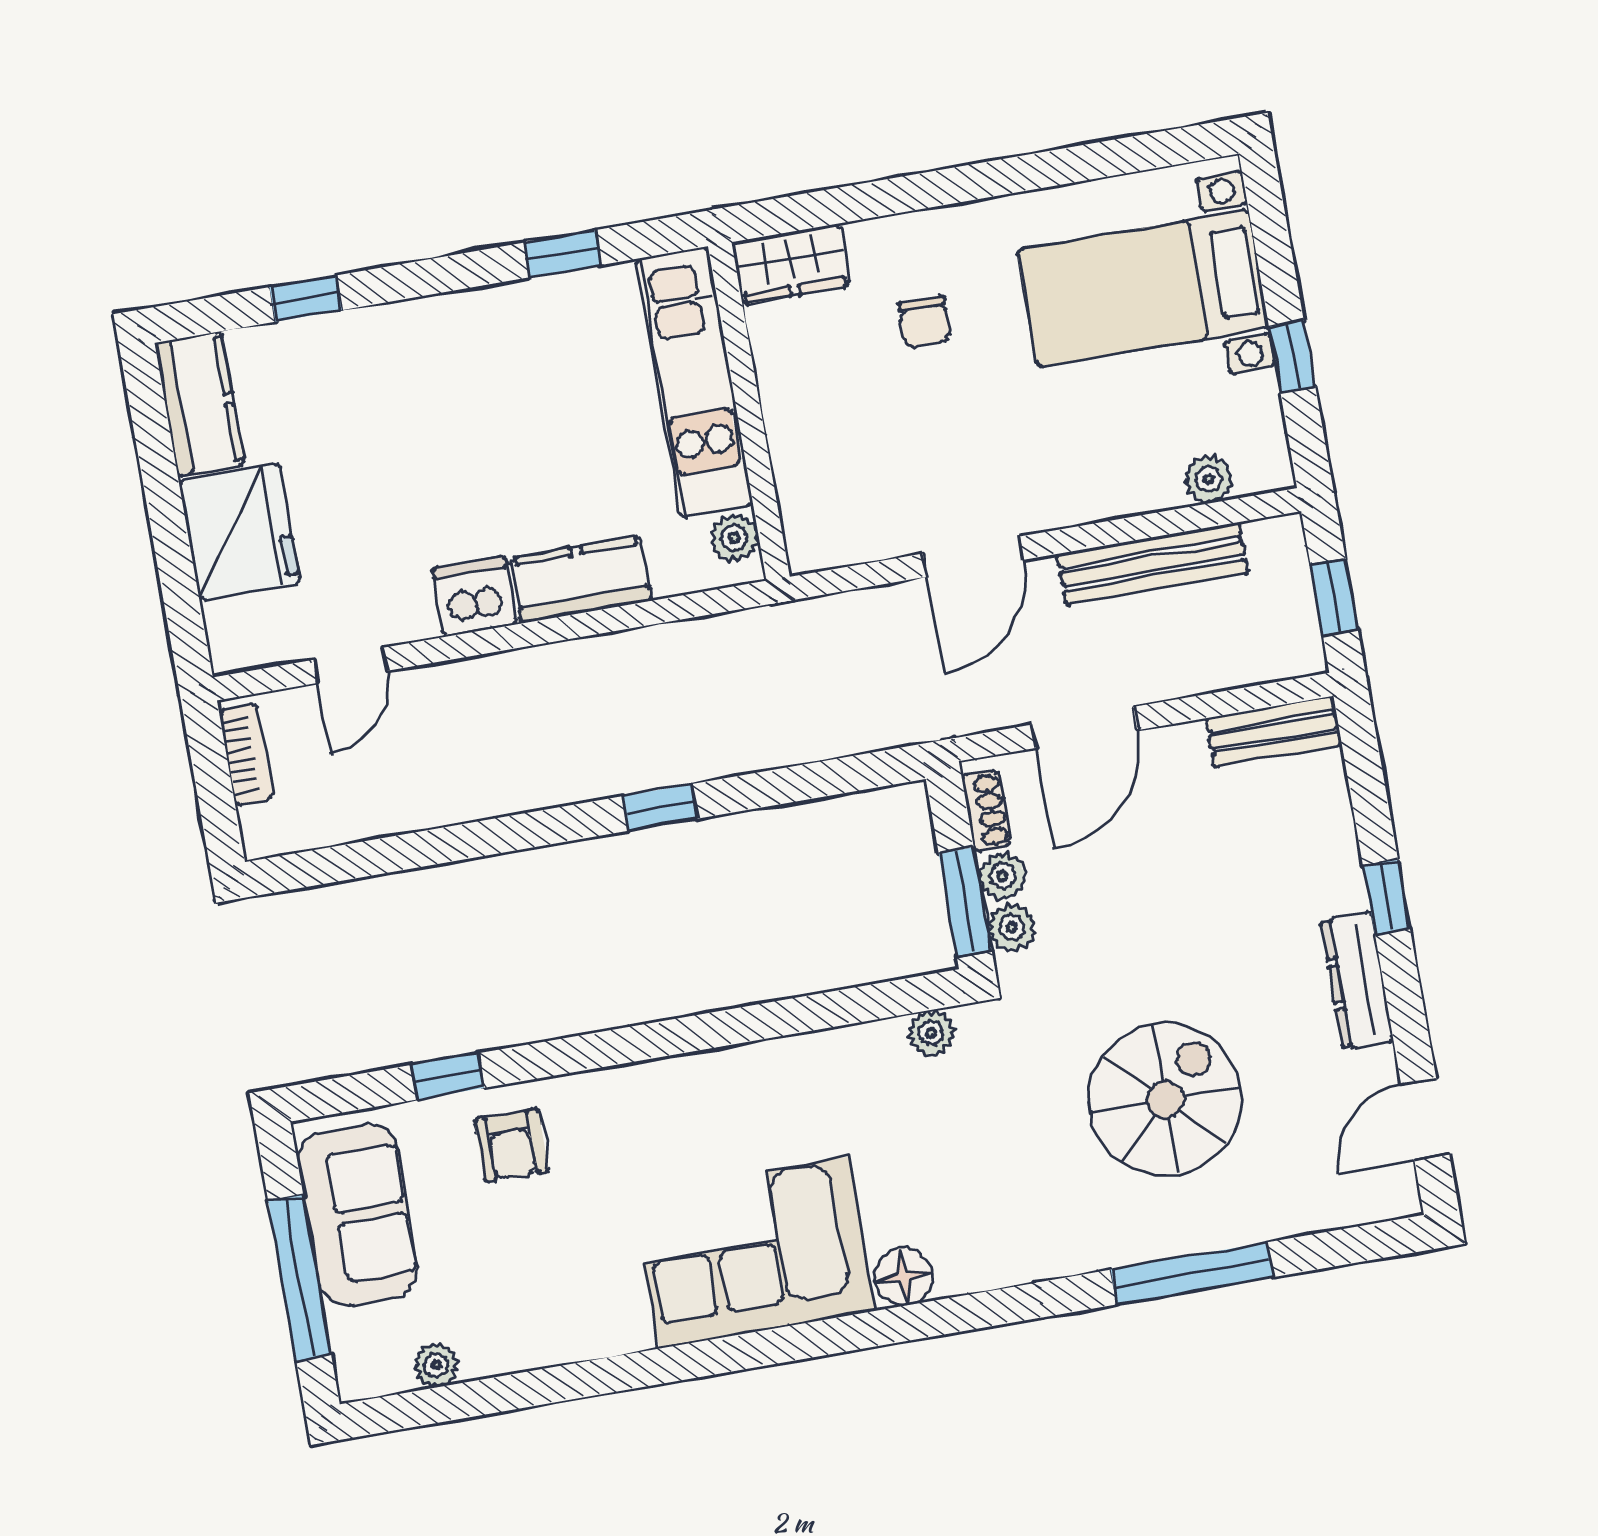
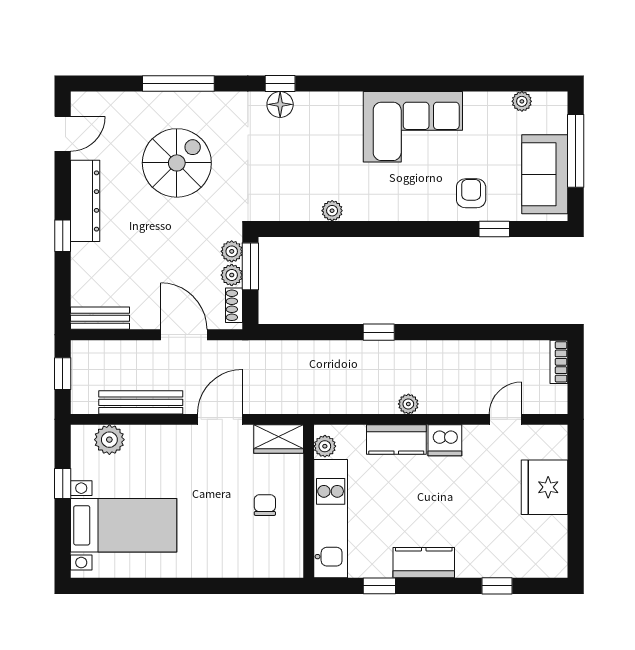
wardrobe: (791, 264) -> (279, 439), moved, turned 180
chair: (925, 322) -> (265, 505), moved
kitchen counter: (199, 404) -> (424, 563), moved, turned 90
plant: (1209, 479) -> (109, 440), width x1.38, depth x1.38
plant: (568, 662) -> (408, 404), added
door: (1085, 727) -> (184, 335), hinge flipped
bookcase: (246, 755) -> (559, 362), moved
dresser: (1357, 981) -> (85, 201), width x1.37, depth x1.24
plant: (931, 1033) -> (332, 211), moved
spiral stairs: (1165, 1099) -> (177, 163), turned 180
corner sofa: (754, 1253) -> (413, 127), moved
floor lamp: (904, 1277) -> (280, 104), moved
window: (970, 1312) -> (280, 84), added

